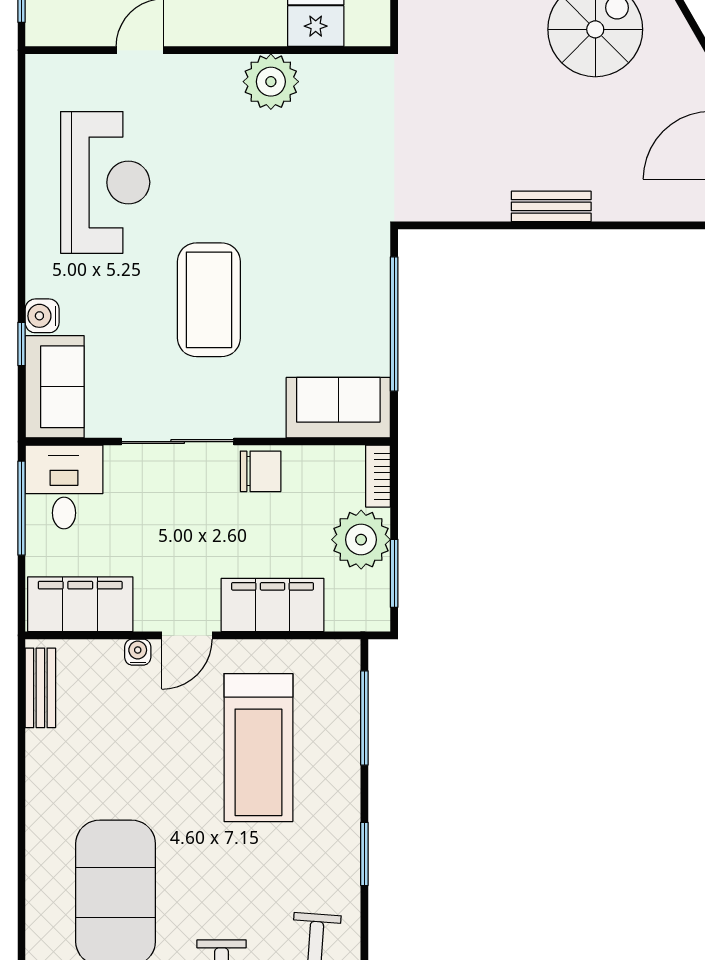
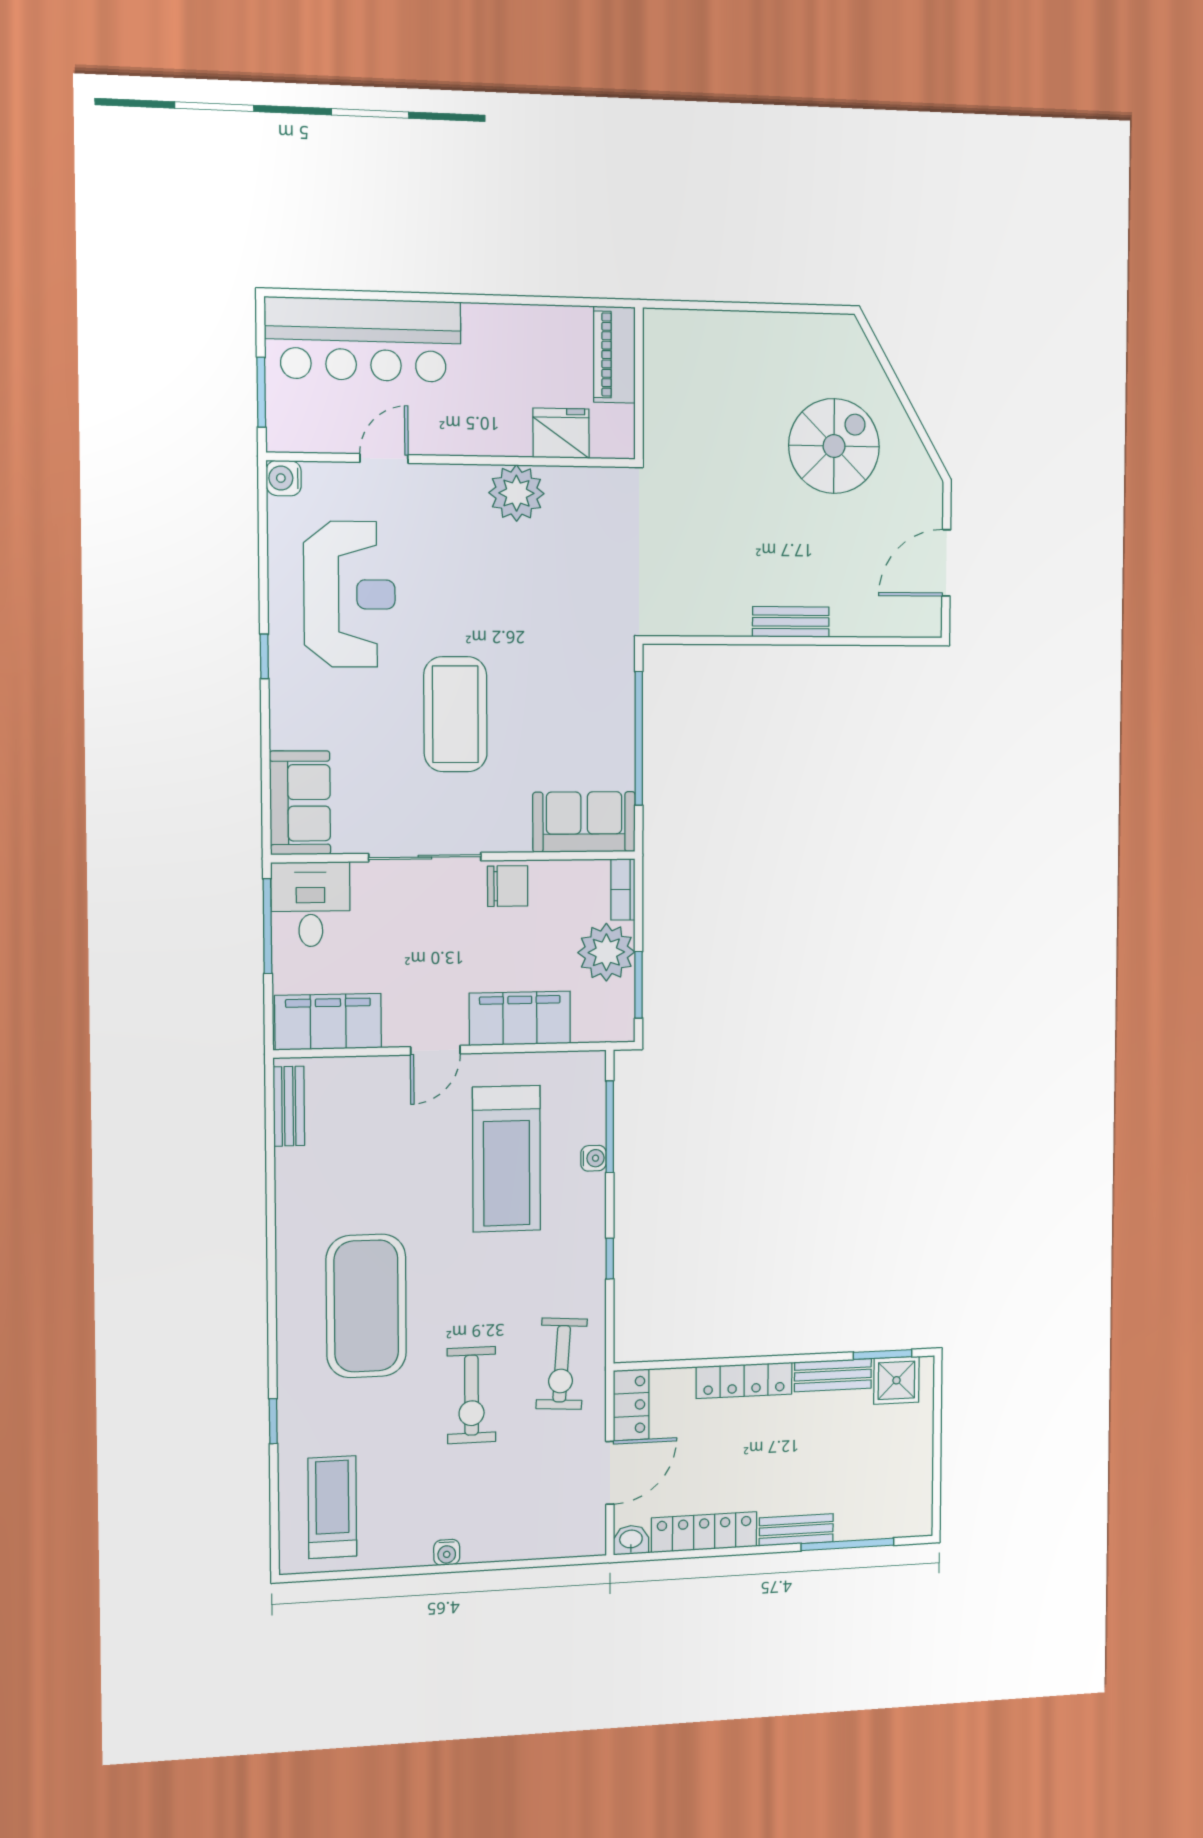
water cooler: (42, 316) -> (284, 478), moved
window: (21, 344) -> (264, 656), moved
water cooler: (138, 652) -> (593, 1158), moved, turned 90
window: (364, 854) -> (610, 1259), width x0.67

